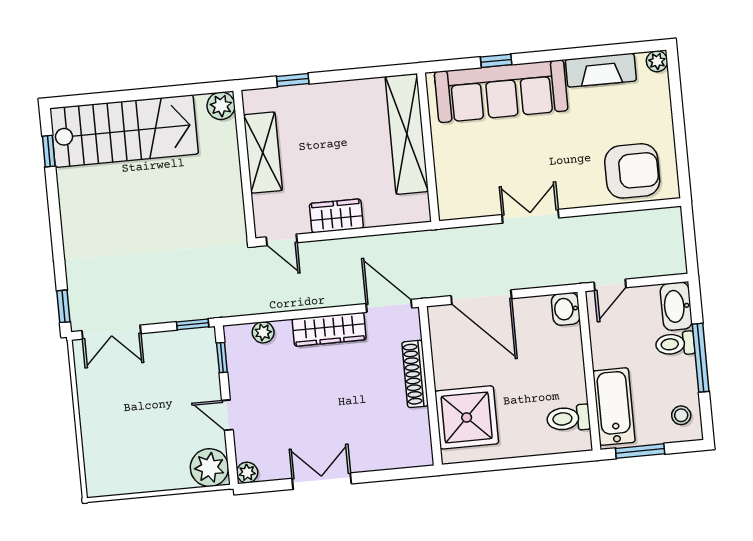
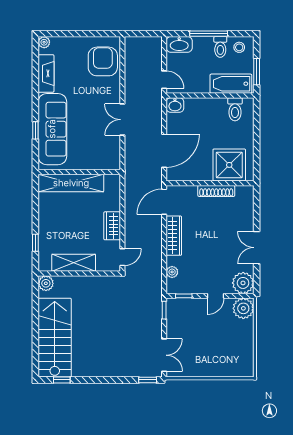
toilet: (675, 344) -> (220, 47), moved
shoe rack: (415, 374) -> (216, 191), moved
plant: (247, 473) -> (243, 283), width x1.88, depth x1.88

